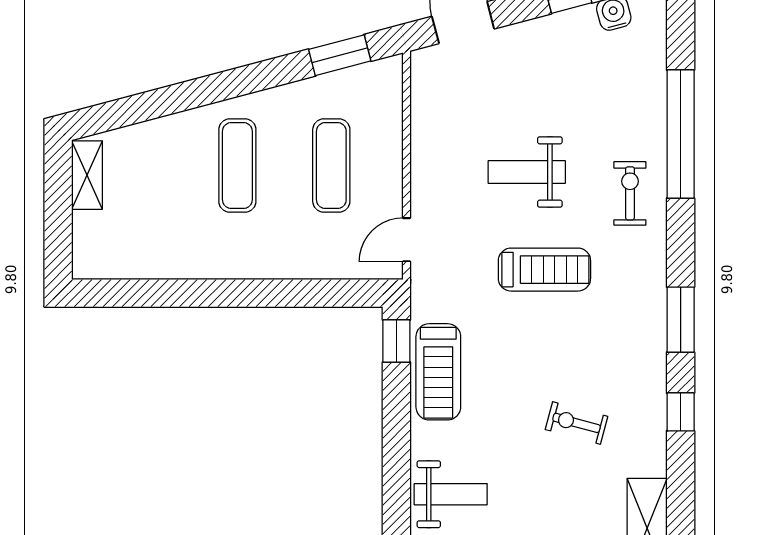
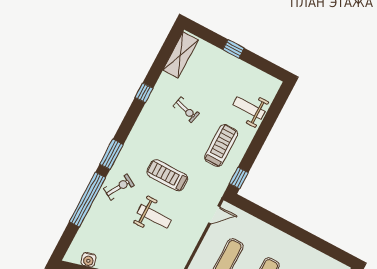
exercise bike: (630, 193) -> (119, 187), turned -150
window: (681, 320) -> (111, 154), moved
treadmill: (438, 372) -> (221, 146), moved

